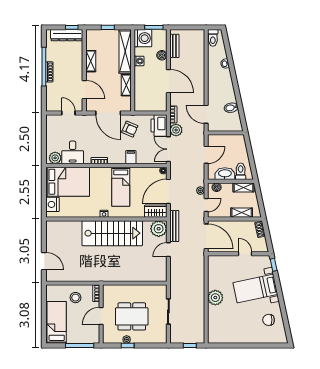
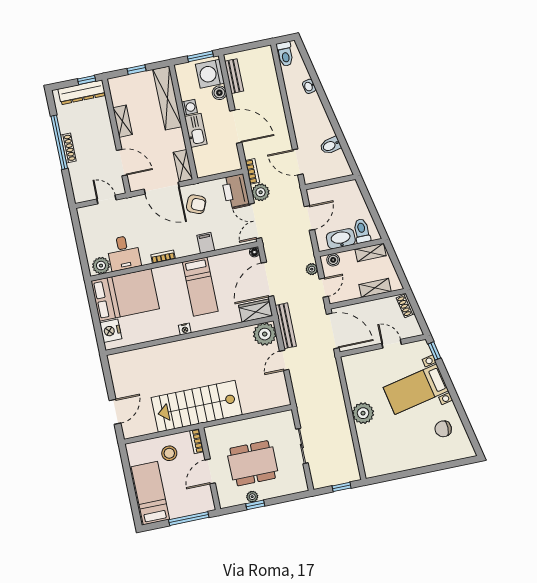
washing machine: (143, 38) -> (210, 74), moved, turned 180
kitchen sink: (140, 78) -> (196, 130), added
shelving: (126, 85) -> (183, 166), moved
stairs: (112, 233) -> (197, 406), moved, turned 180
door: (44, 261) -> (115, 412), hinge flipped

